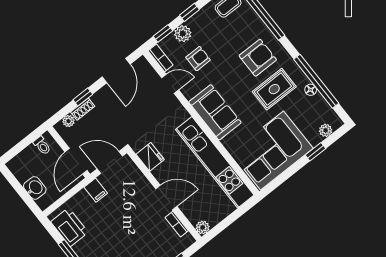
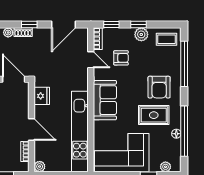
plant: (183, 34) -> (141, 34), moved
armchair: (258, 58) -> (159, 87), turned 90

